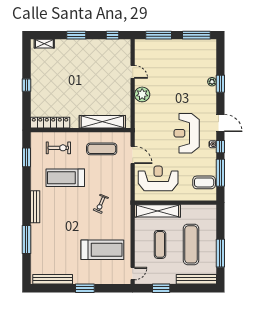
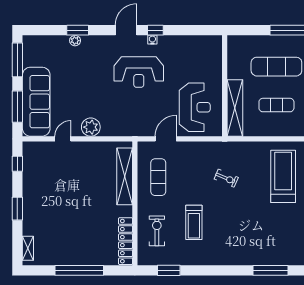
sofa: (163, 50) -> (36, 102), added
window: (26, 85) -> (79, 270), width x3.17
window: (220, 173) -> (188, 30), removed
treadmill: (65, 178) -> (194, 222), width x0.73, depth x0.73
reception desk: (158, 178) -> (195, 107), turned 180
coffee table: (204, 182) -> (200, 50), removed
bench: (35, 207) -> (230, 260), removed

